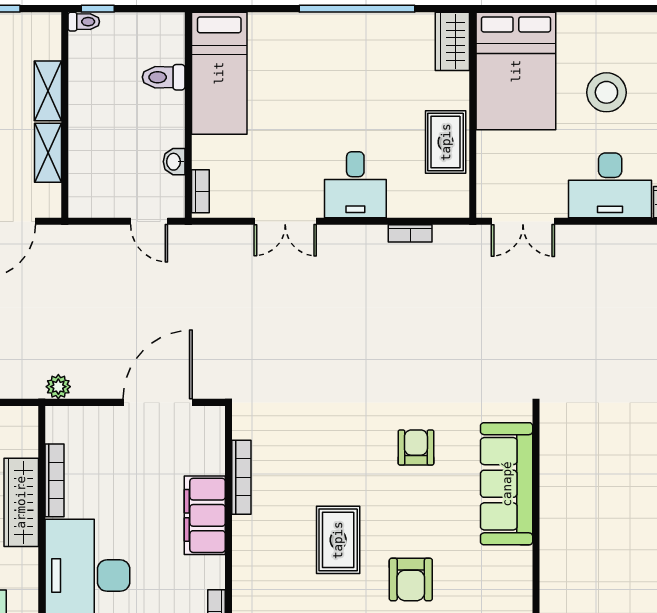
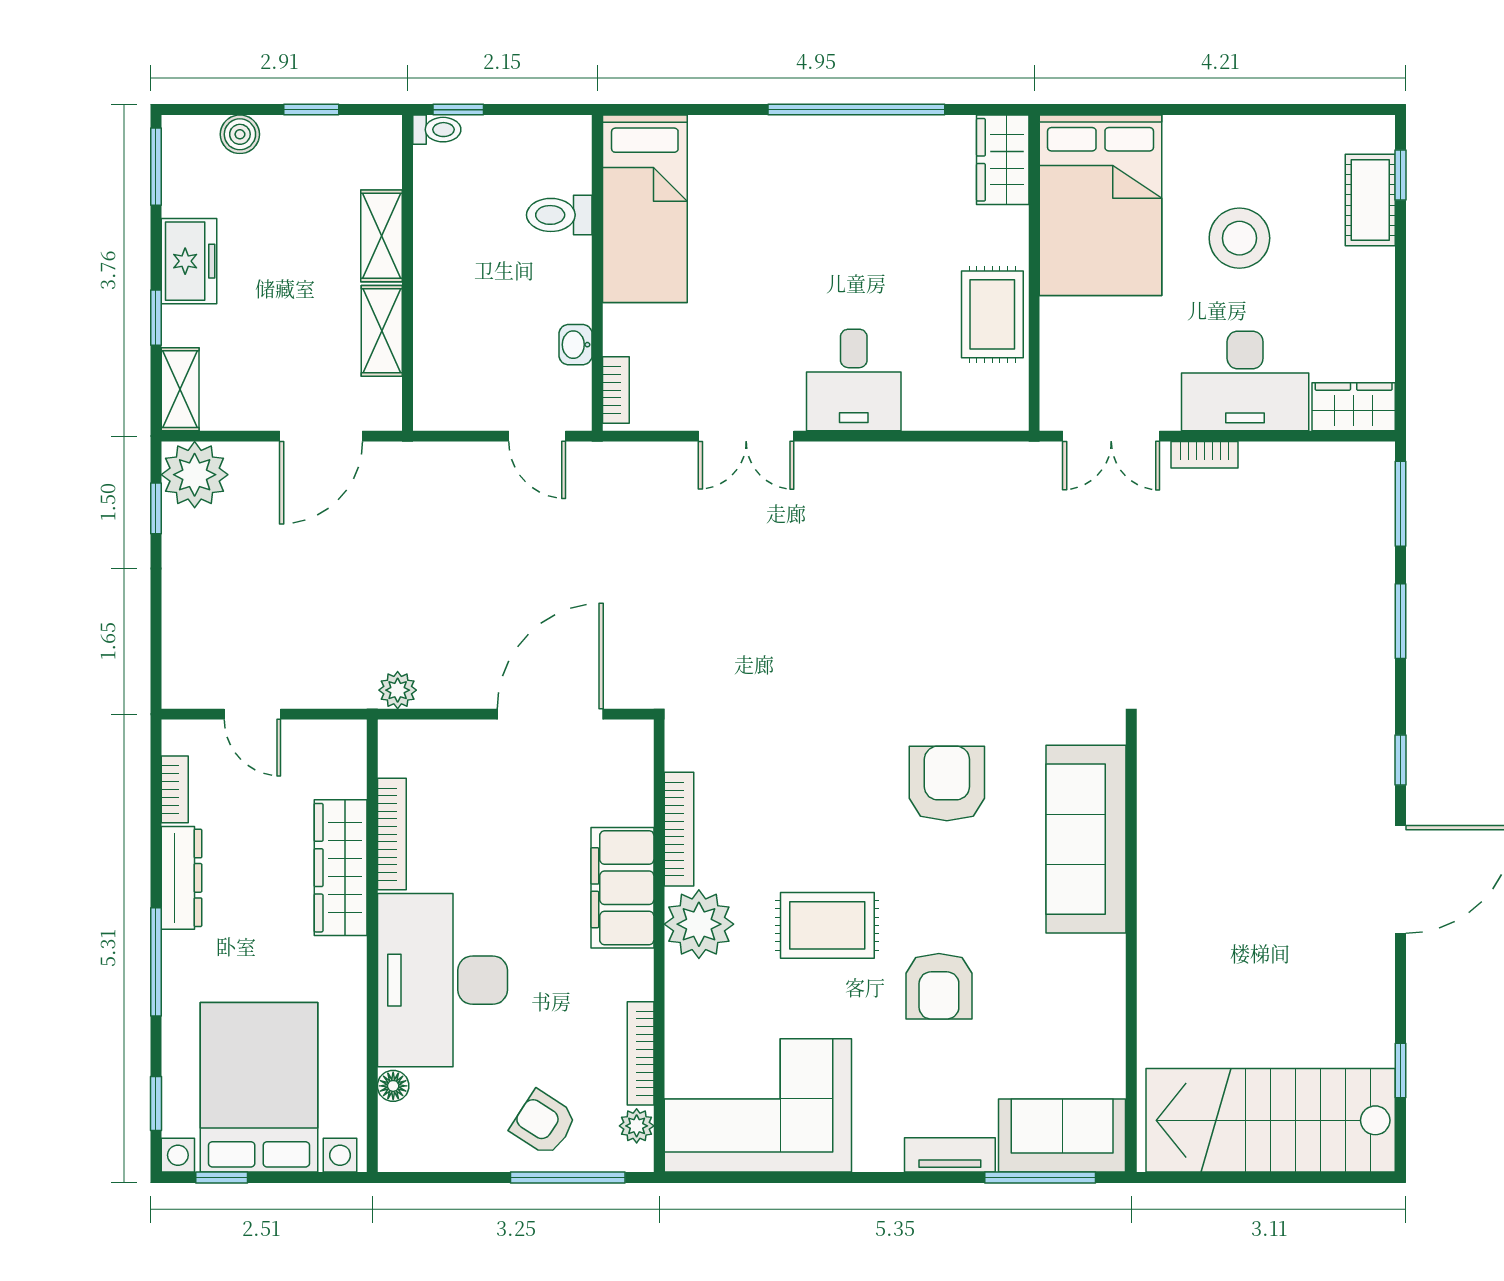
bookcase: (410, 233) -> (1205, 455), moved
armchair: (416, 447) -> (947, 783), width x1.38, depth x1.38
plant: (254, 539) -> (699, 924), added
rug: (338, 540) -> (827, 925), turned 90

